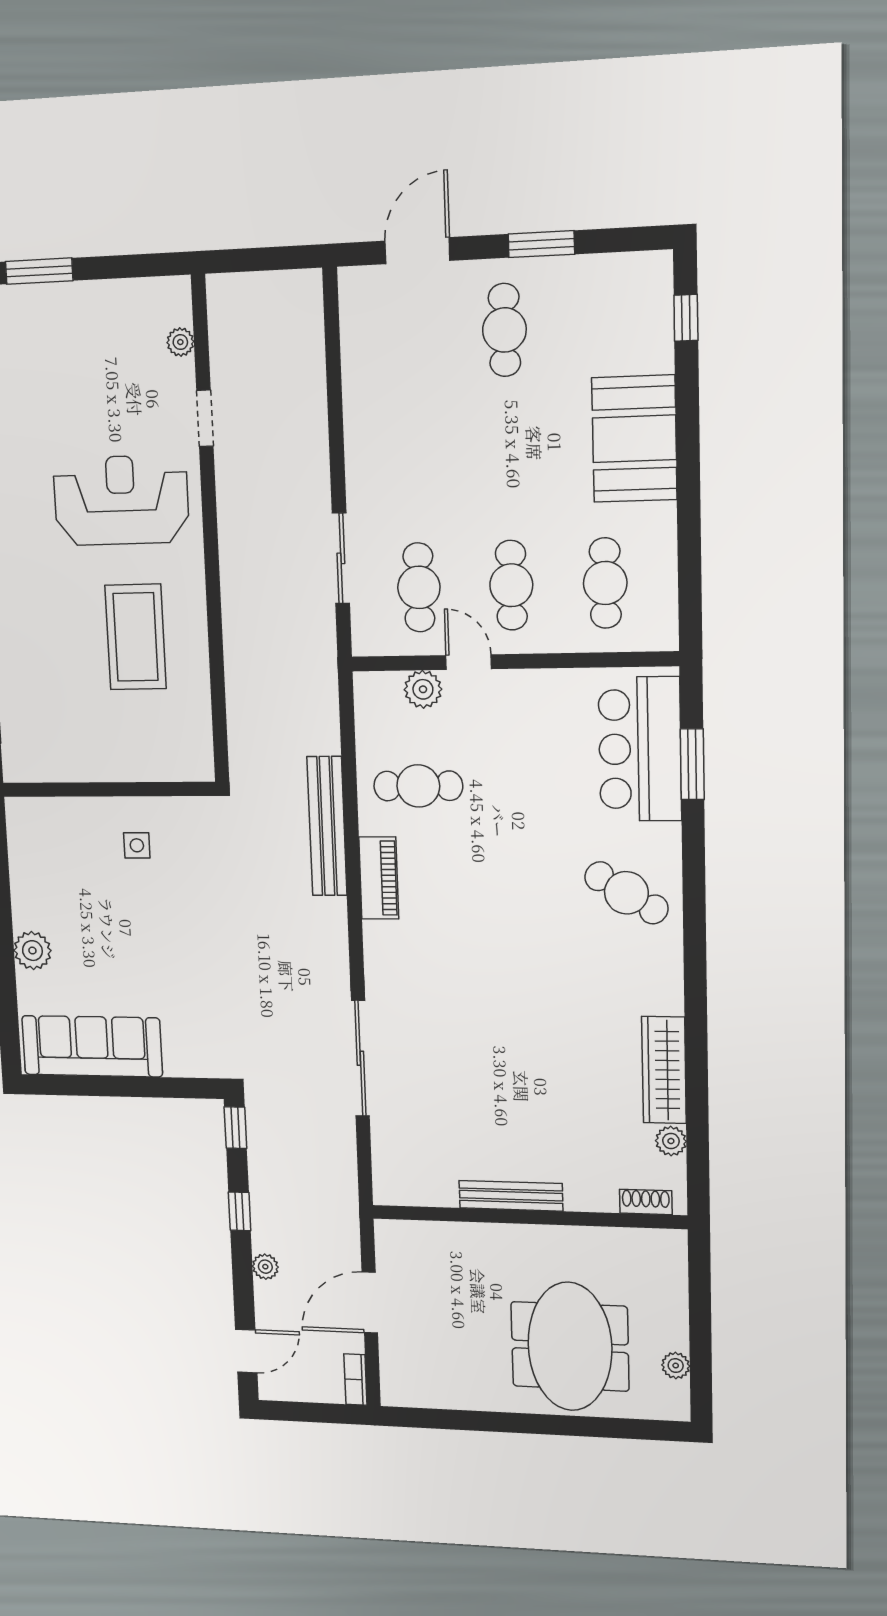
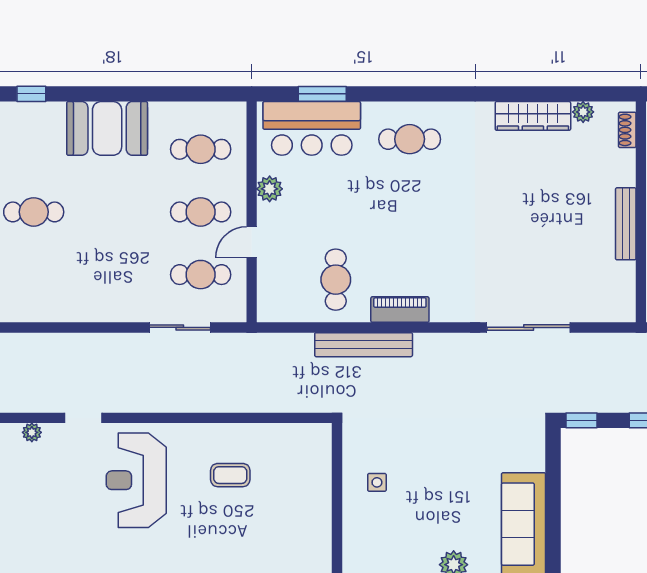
coffee table: (136, 637) -> (230, 475), width x0.54, depth x0.58
plant: (423, 689) -> (270, 189), moved
cafe table: (626, 893) -> (410, 139), turned 58

